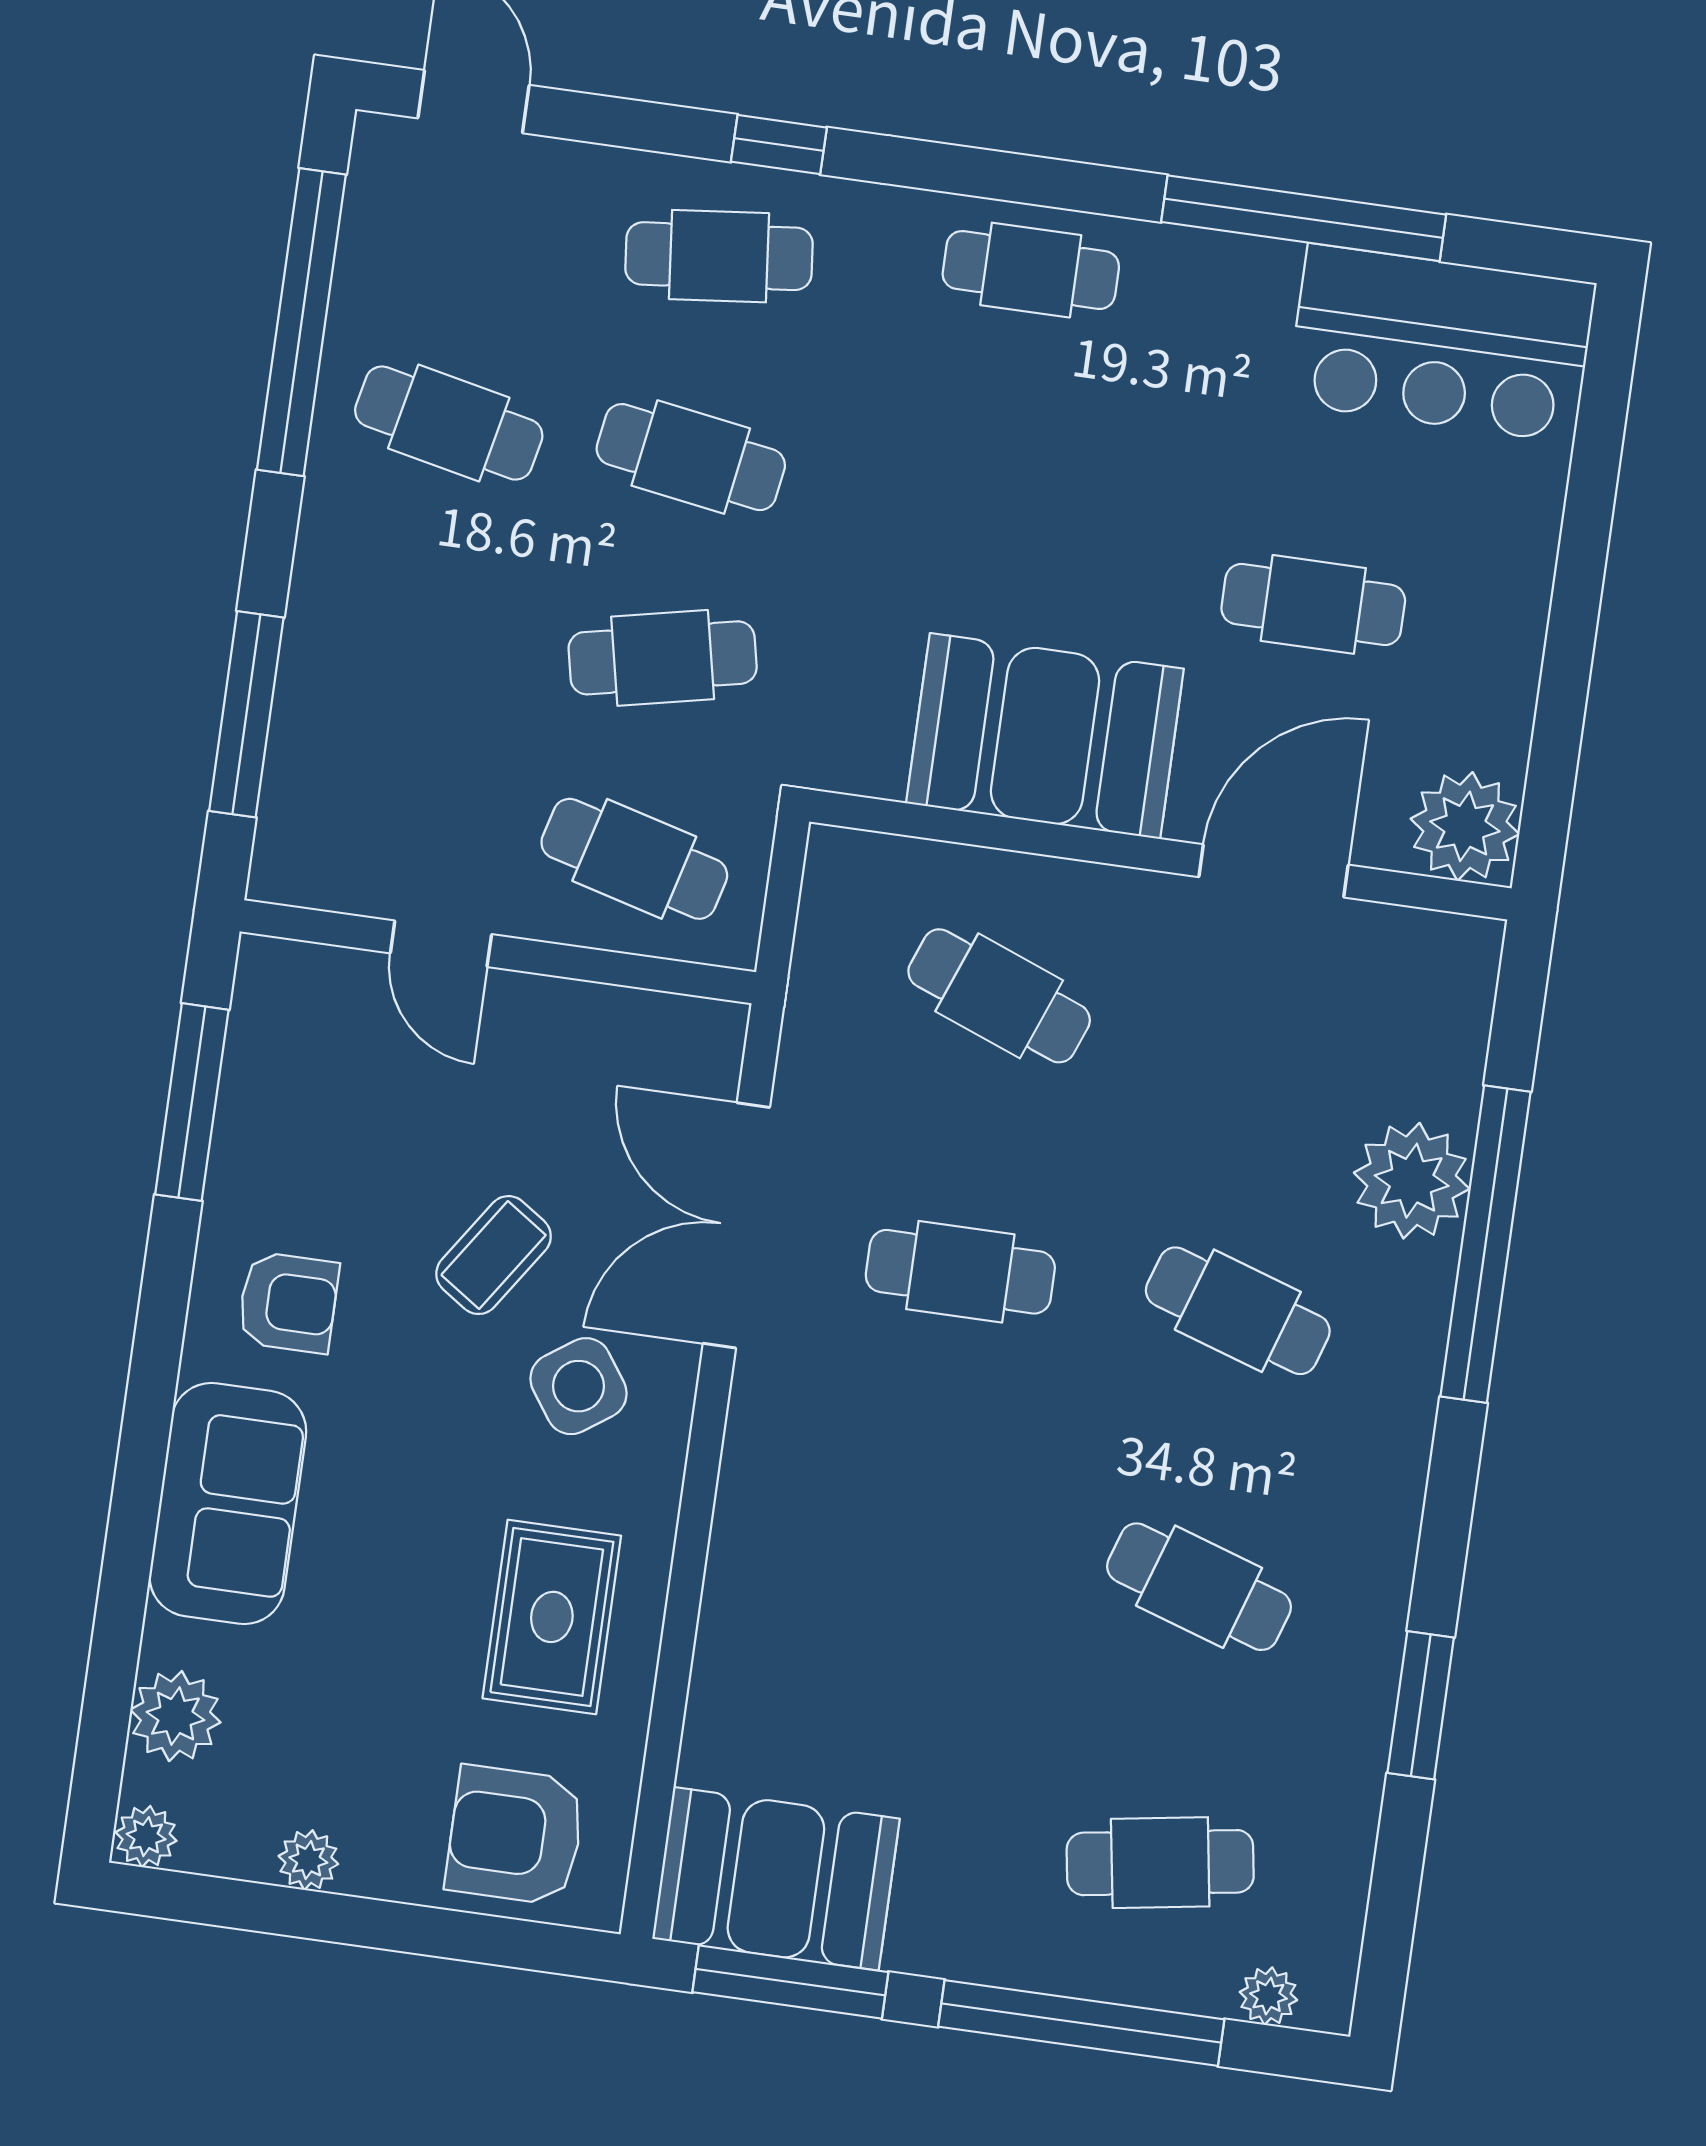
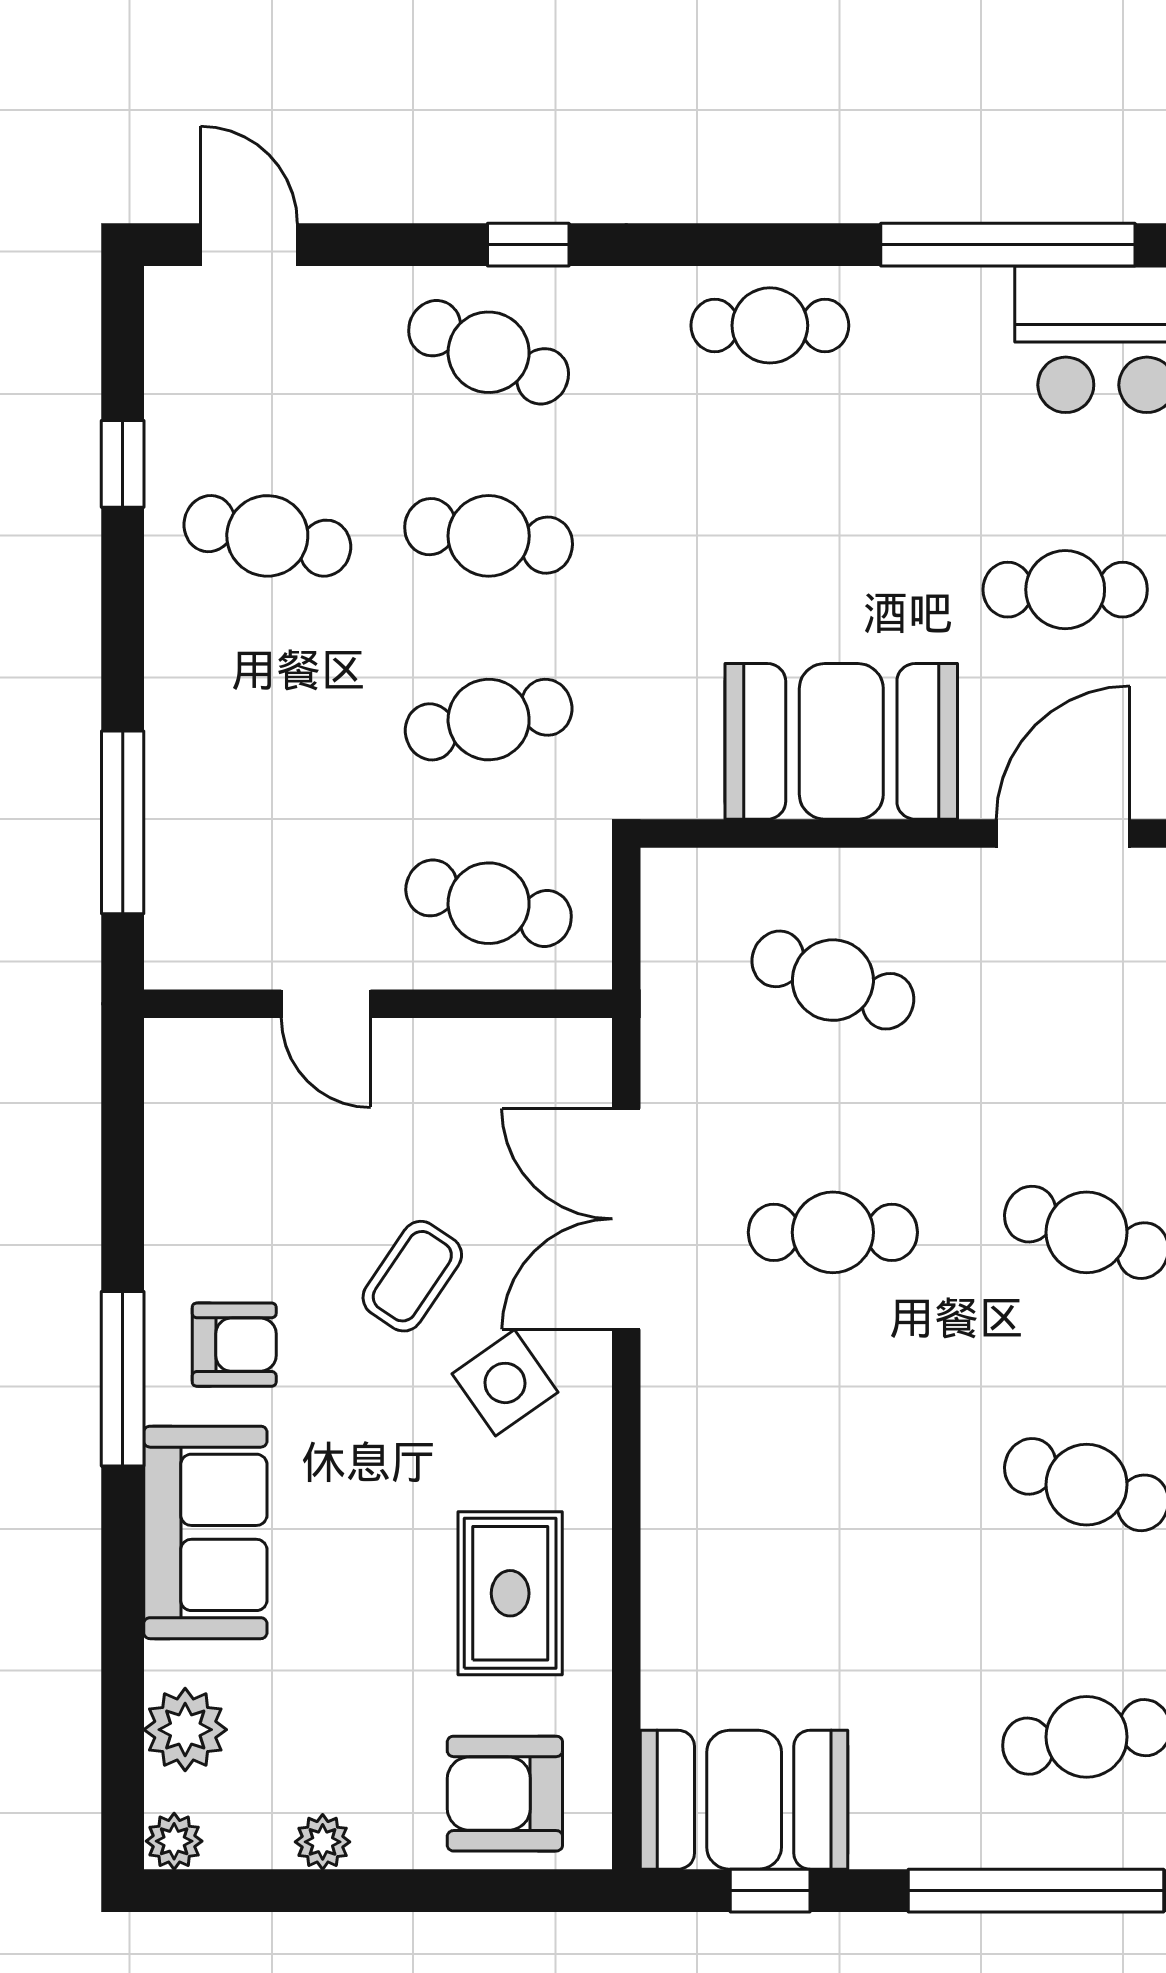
cafe table: (719, 256) -> (489, 352), turned 30
window: (301, 322) -> (123, 464), width x0.32
window: (192, 1102) -> (123, 1379), moved
window: (790, 1982) -> (770, 1891), width x0.46

